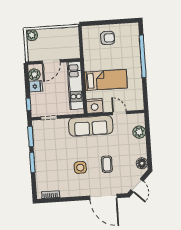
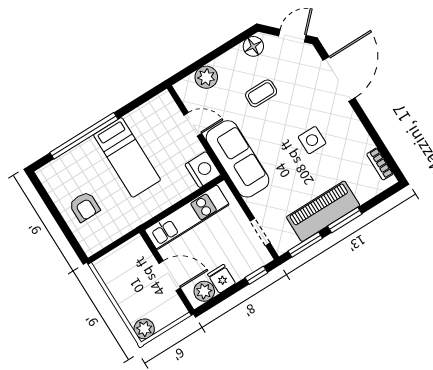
armchair: (108, 38) -> (85, 207), turned 180
bed: (106, 80) -> (127, 157), moved, turned 180
door: (120, 113) -> (193, 124), swing flipped
piano: (42, 154) -> (323, 211), added
coffee table: (107, 164) -> (261, 93), moved

